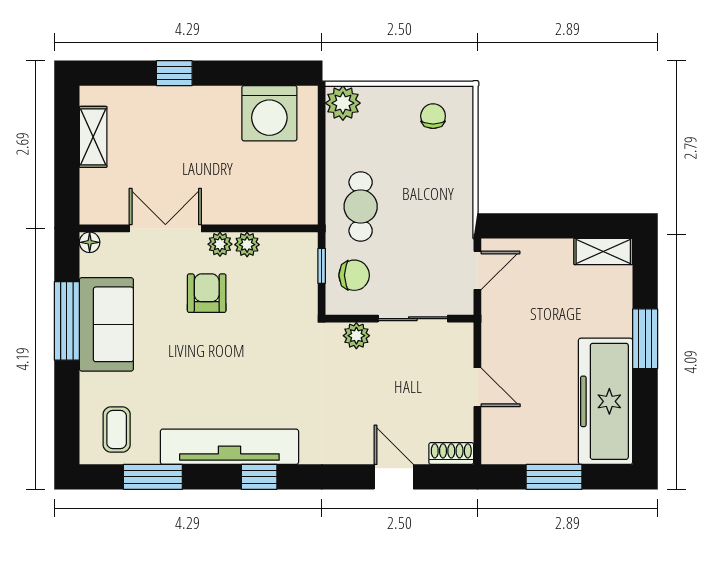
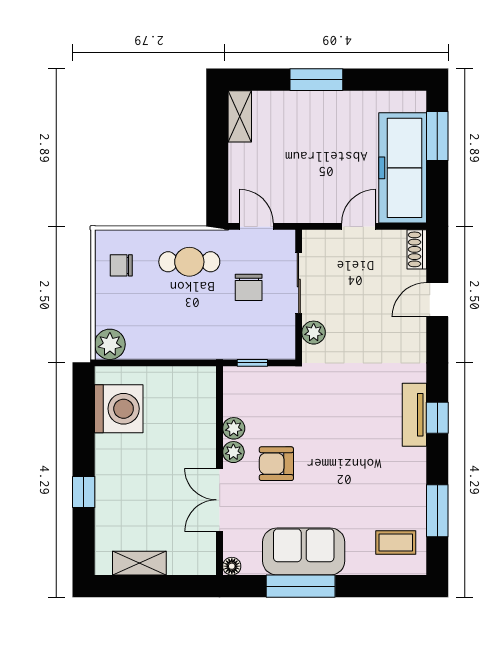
cafe table: (361, 207) -> (189, 262), moved
chair: (354, 275) -> (249, 287), moved, turned 180
freezer: (606, 401) -> (403, 168), moved, turned 90
tv unit: (229, 447) -> (414, 415), width x0.52, depth x0.78
window: (554, 477) -> (437, 136), moved

